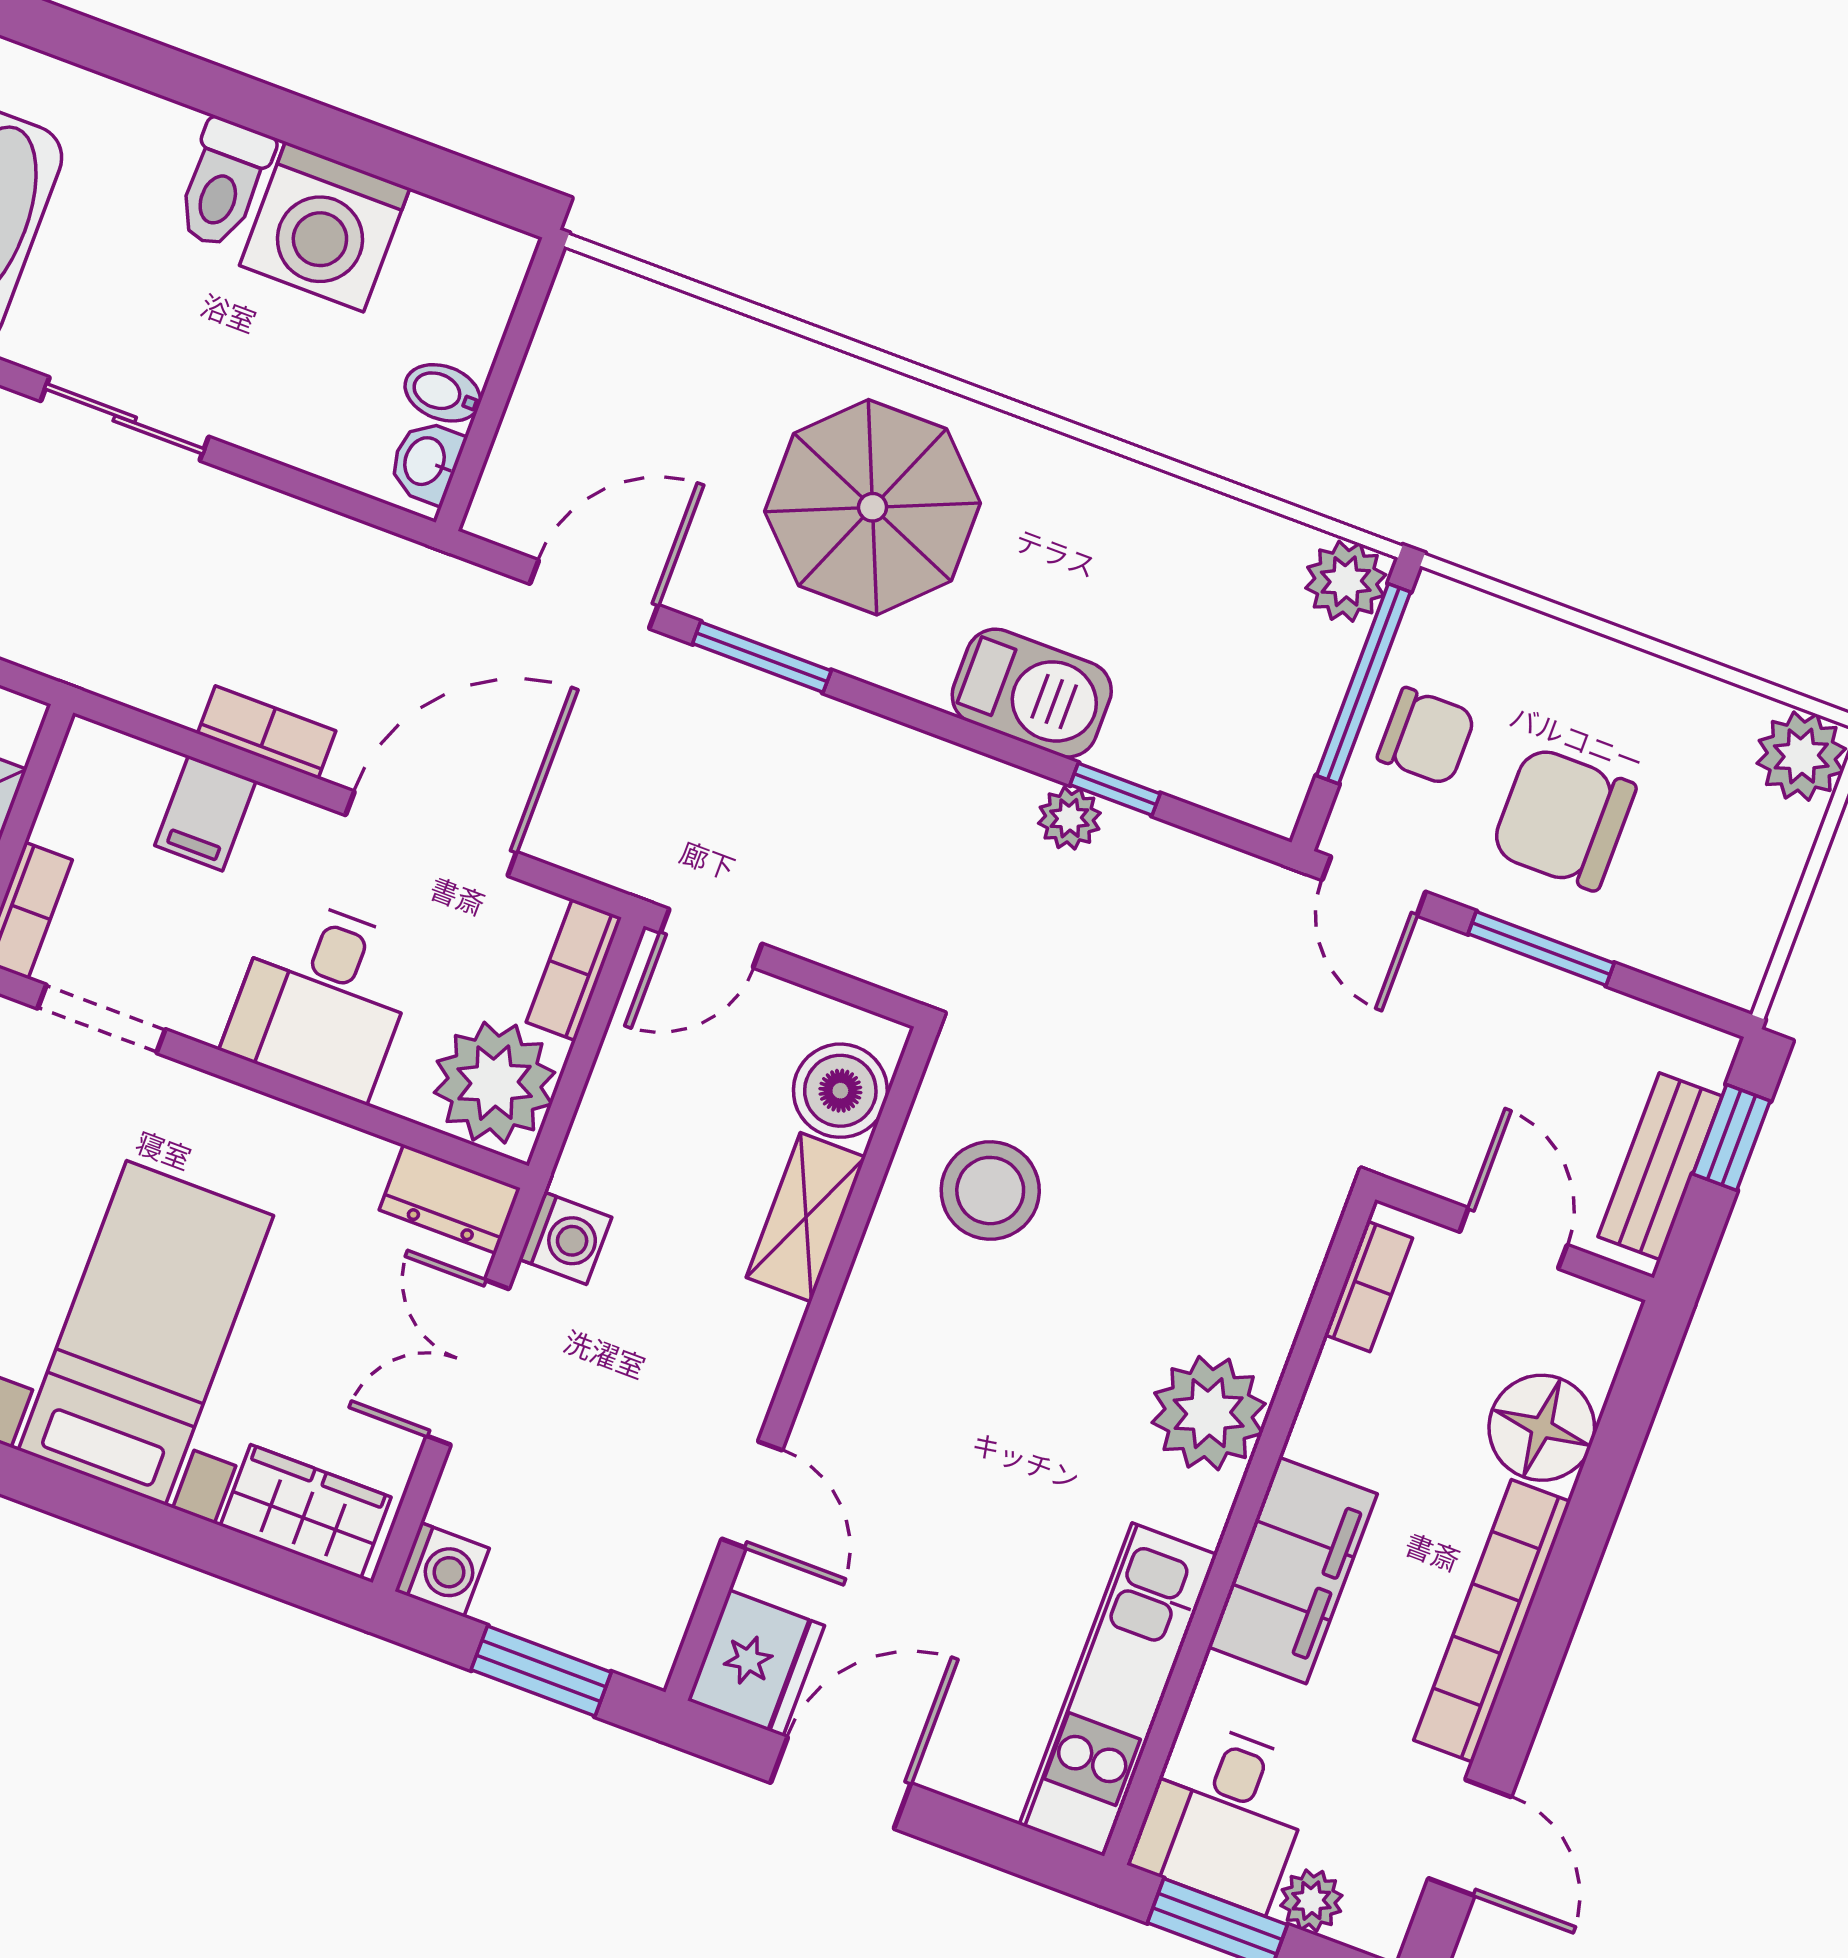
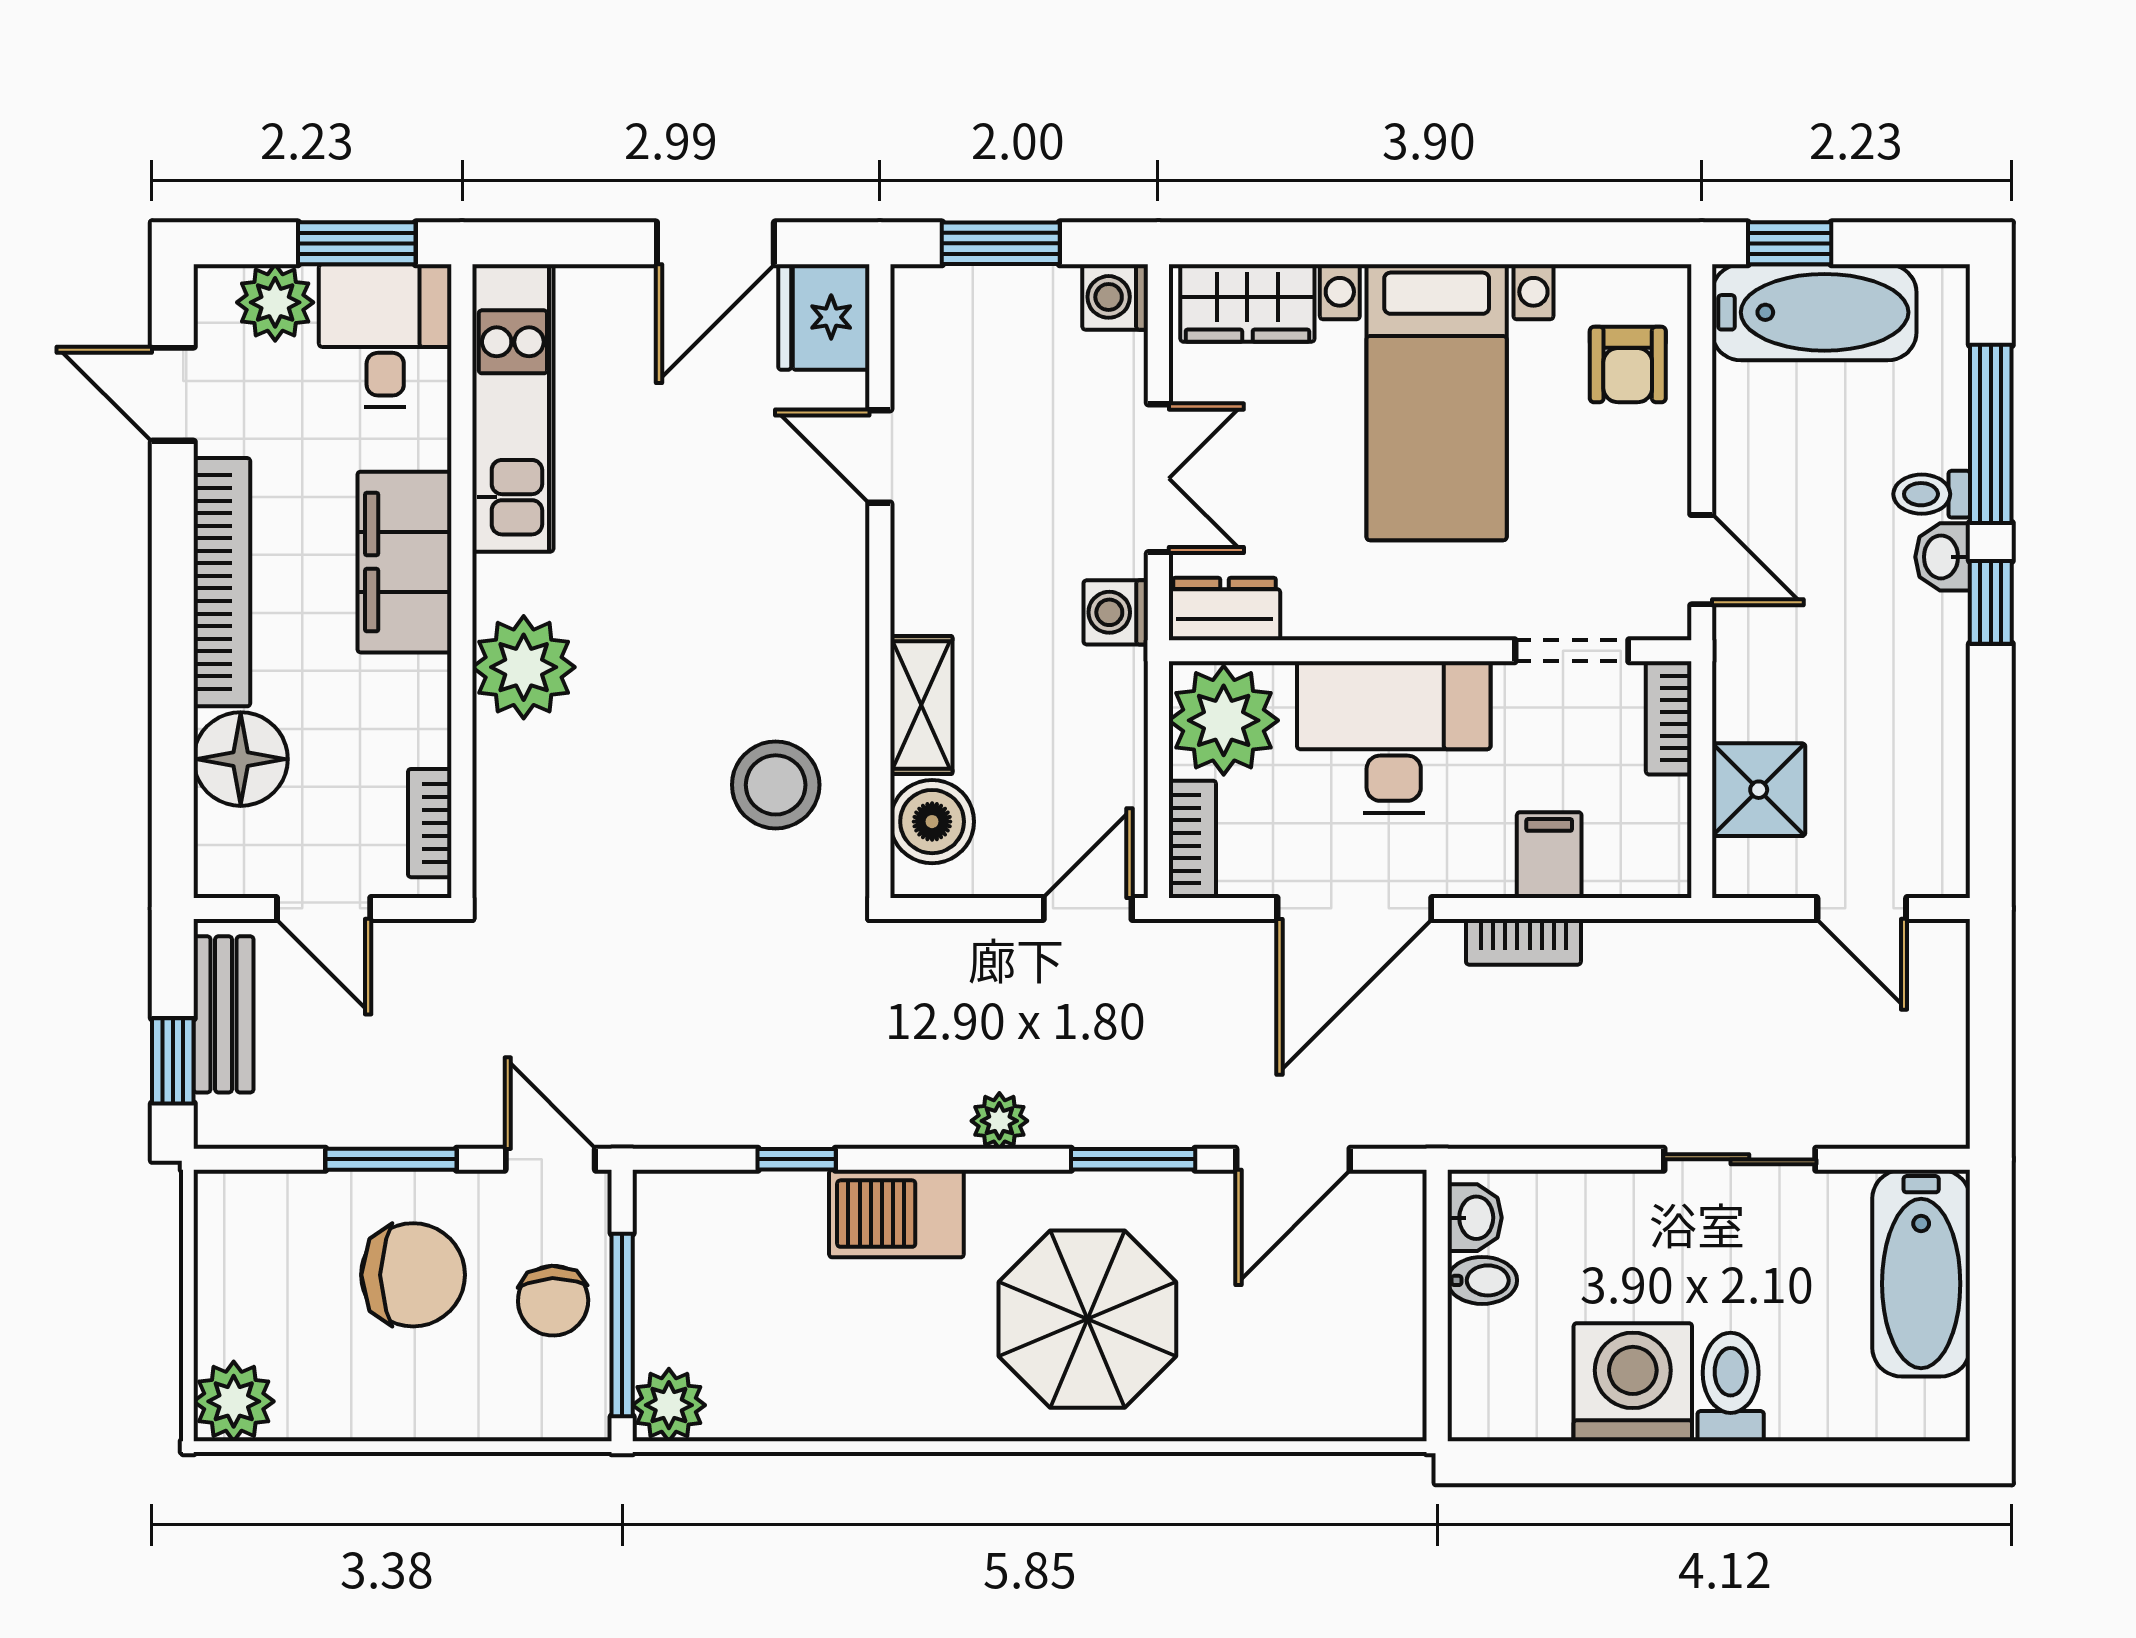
chair: (1426, 736) -> (553, 1301), turned -92
plant: (1069, 818) -> (999, 1121), moved
desk: (322, 998) -> (1394, 737), width x1.37
plant: (1311, 1901) -> (275, 302), width x1.38, depth x1.38

